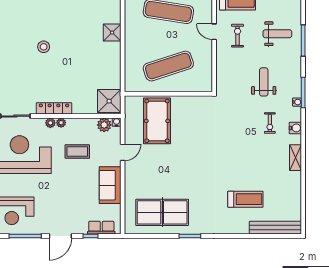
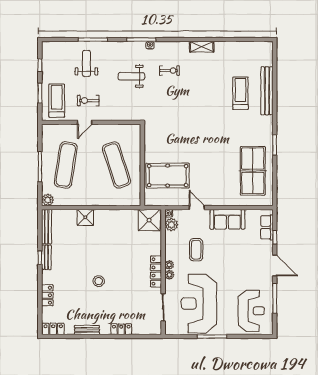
water cooler: (295, 128) -> (174, 47), removed
bench: (275, 228) -> (267, 91), moved

